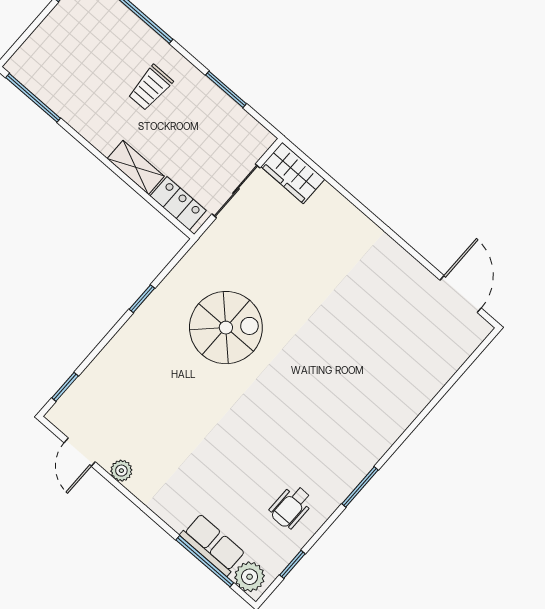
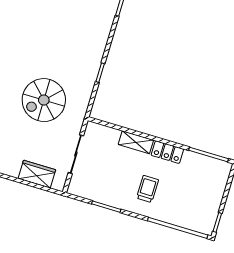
wardrobe: (293, 173) -> (37, 174), moved
locker: (178, 203) -> (167, 152), moved
spiral stairs: (226, 328) -> (44, 100), moved

